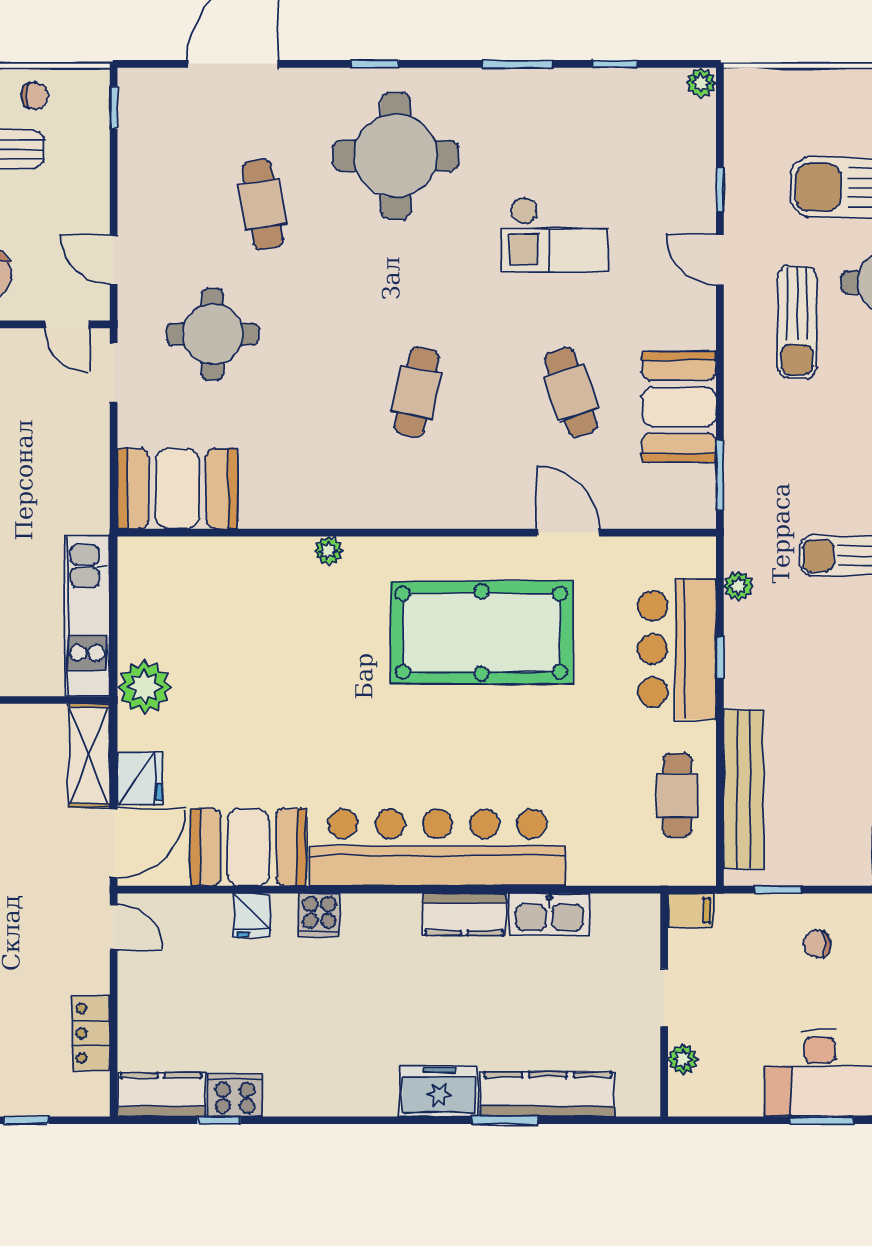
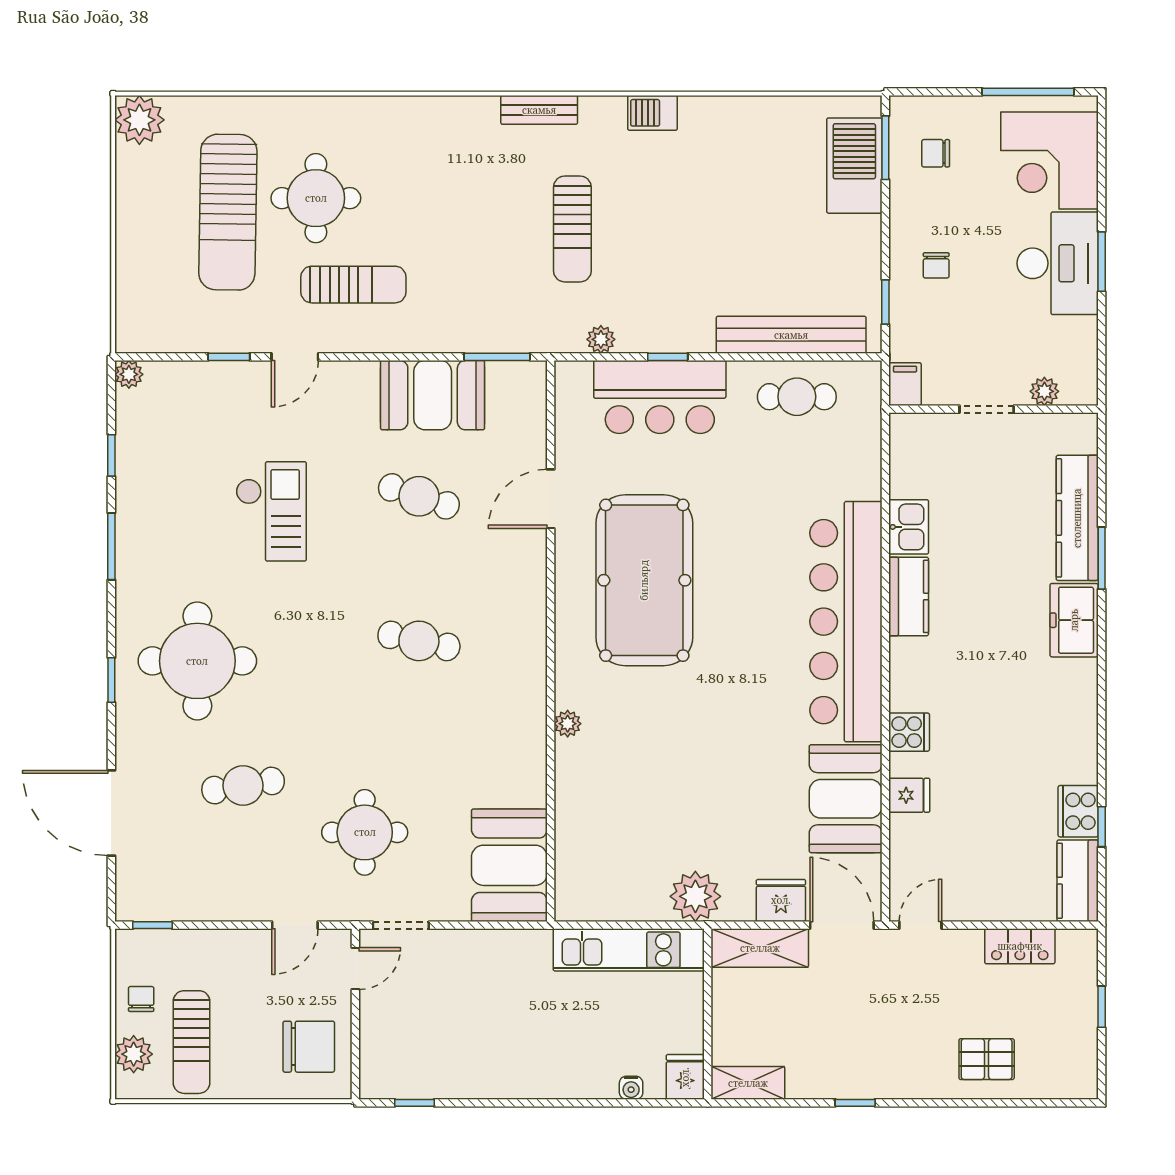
cafe table: (571, 392) -> (419, 496), turned 36
kitchen sink: (549, 915) -> (909, 527), width x0.73

